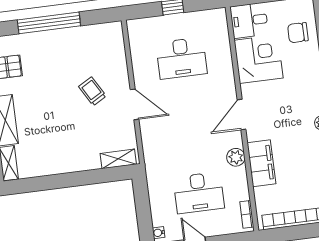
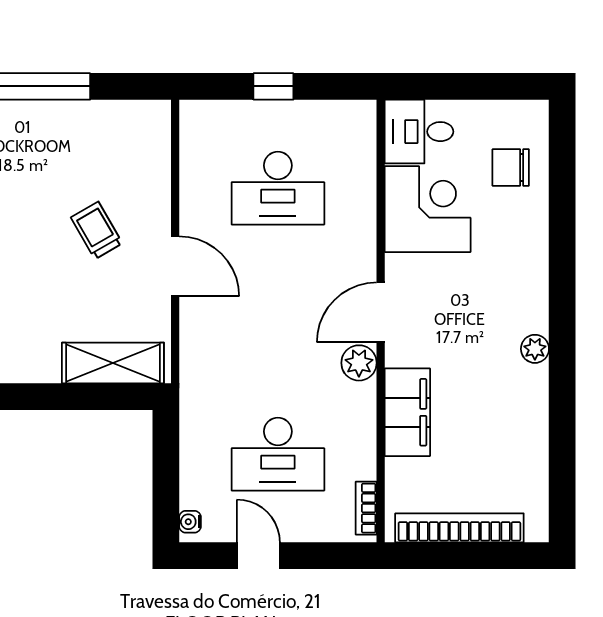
plant: (236, 157) -> (359, 363), moved
shelving: (118, 159) -> (113, 363), width x1.50, depth x1.33

